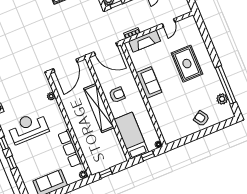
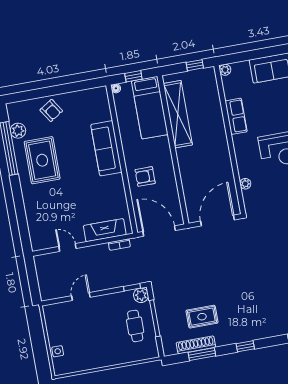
door: (169, 23) -> (67, 247), hinge flipped
rug: (187, 64) -> (42, 160), moved
sofa: (149, 82) -> (106, 148), moved, width x1.36
armchair: (117, 95) -> (145, 177), moved
shelving: (99, 108) -> (178, 114), moved
row of seats: (70, 149) -> (236, 116), width x0.68

